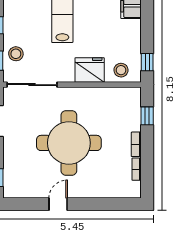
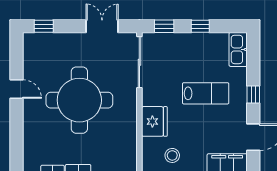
stool: (16, 54) -> (171, 46), removed
stool: (121, 70) -> (172, 155), moved

